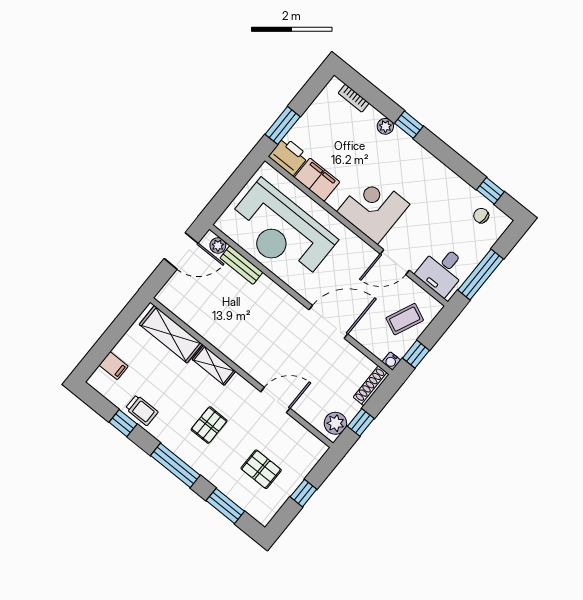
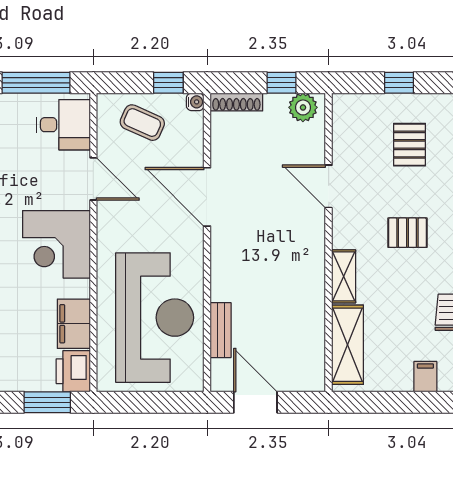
plant: (218, 246) -> (220, 370), removed

